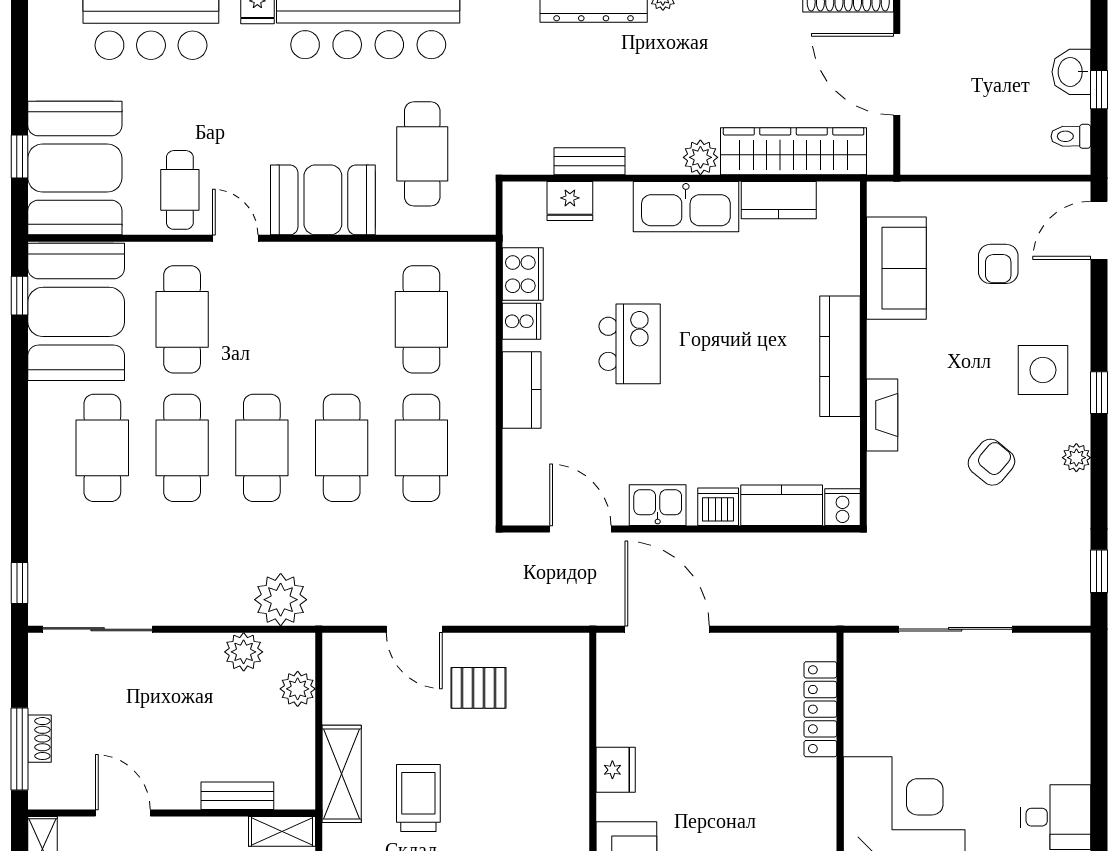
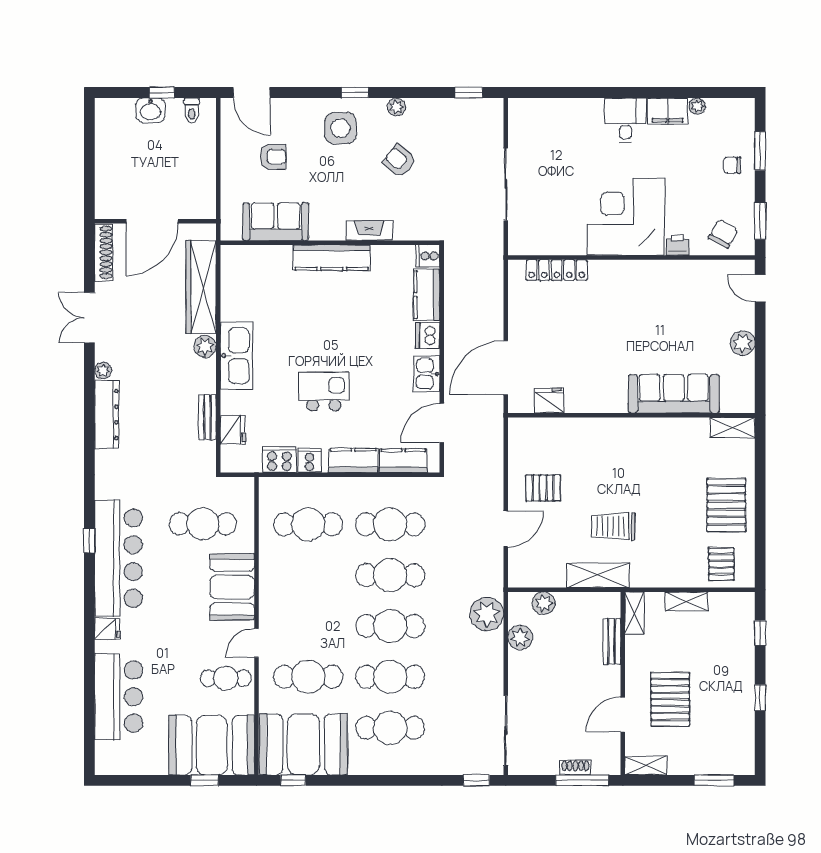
kitchen counter: (779, 200) -> (403, 461), moved, turned -90
pallet: (478, 688) -> (543, 488), turned 90
fridge: (616, 770) -> (549, 401), moved

